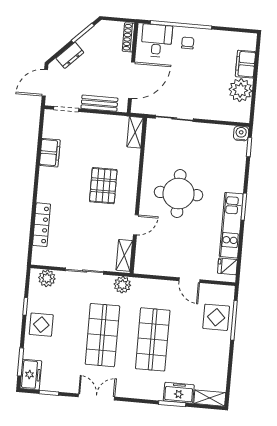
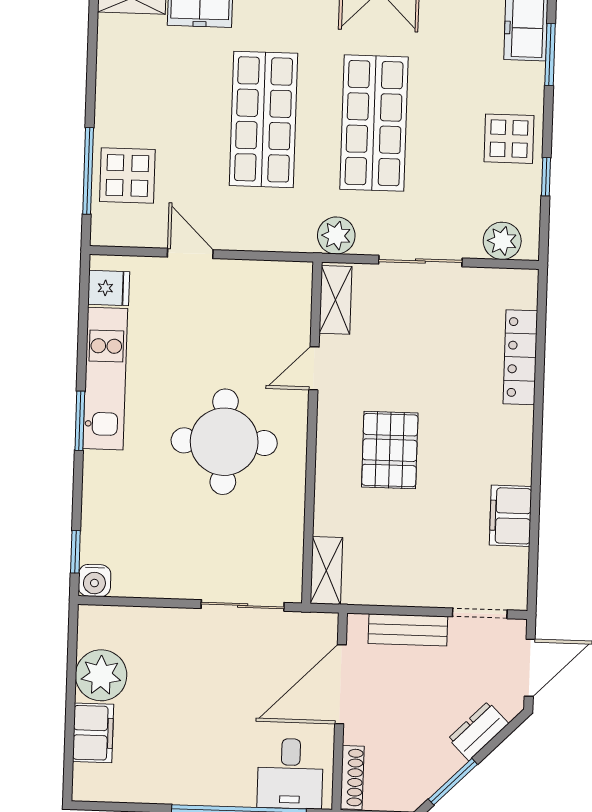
chair: (188, 43) -> (222, 772), removed

